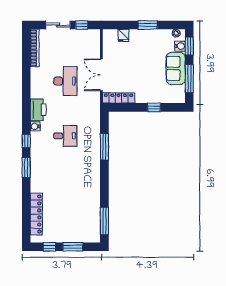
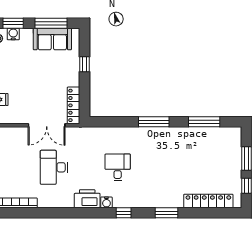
sofa: (176, 68) -> (52, 39), moved
desk: (65, 81) -> (54, 167), turned -90
window: (104, 147) -> (154, 122), moved
window: (26, 168) -> (167, 213), moved
window: (104, 221) -> (204, 122), moved

